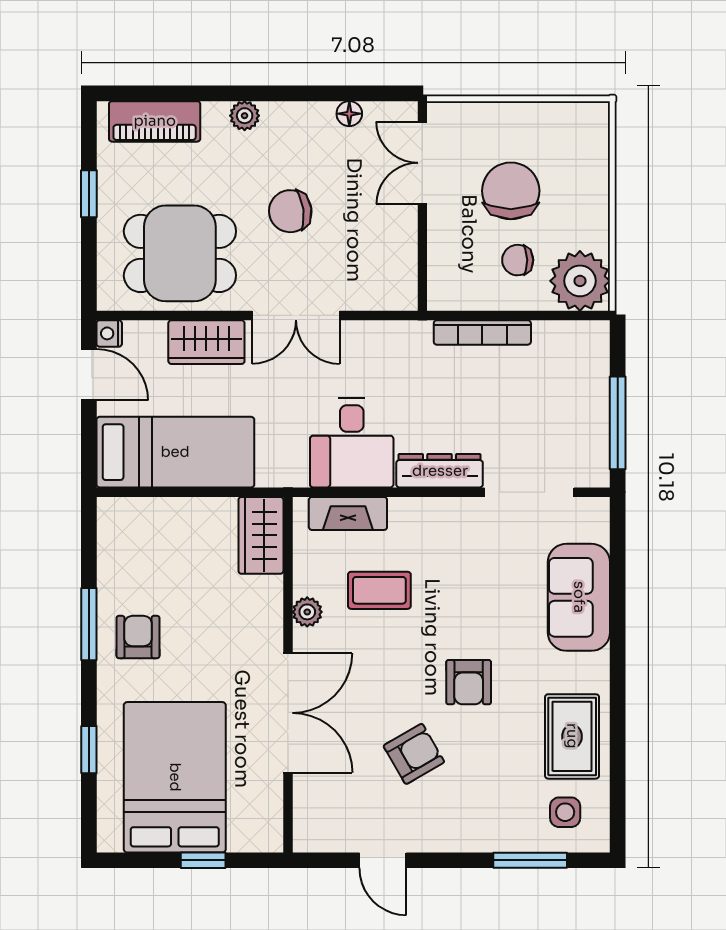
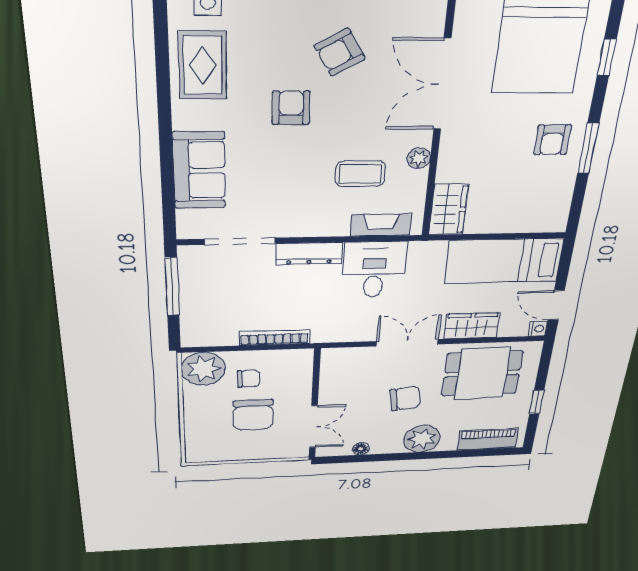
plant: (245, 116) -> (422, 439), width x1.88, depth x1.88

